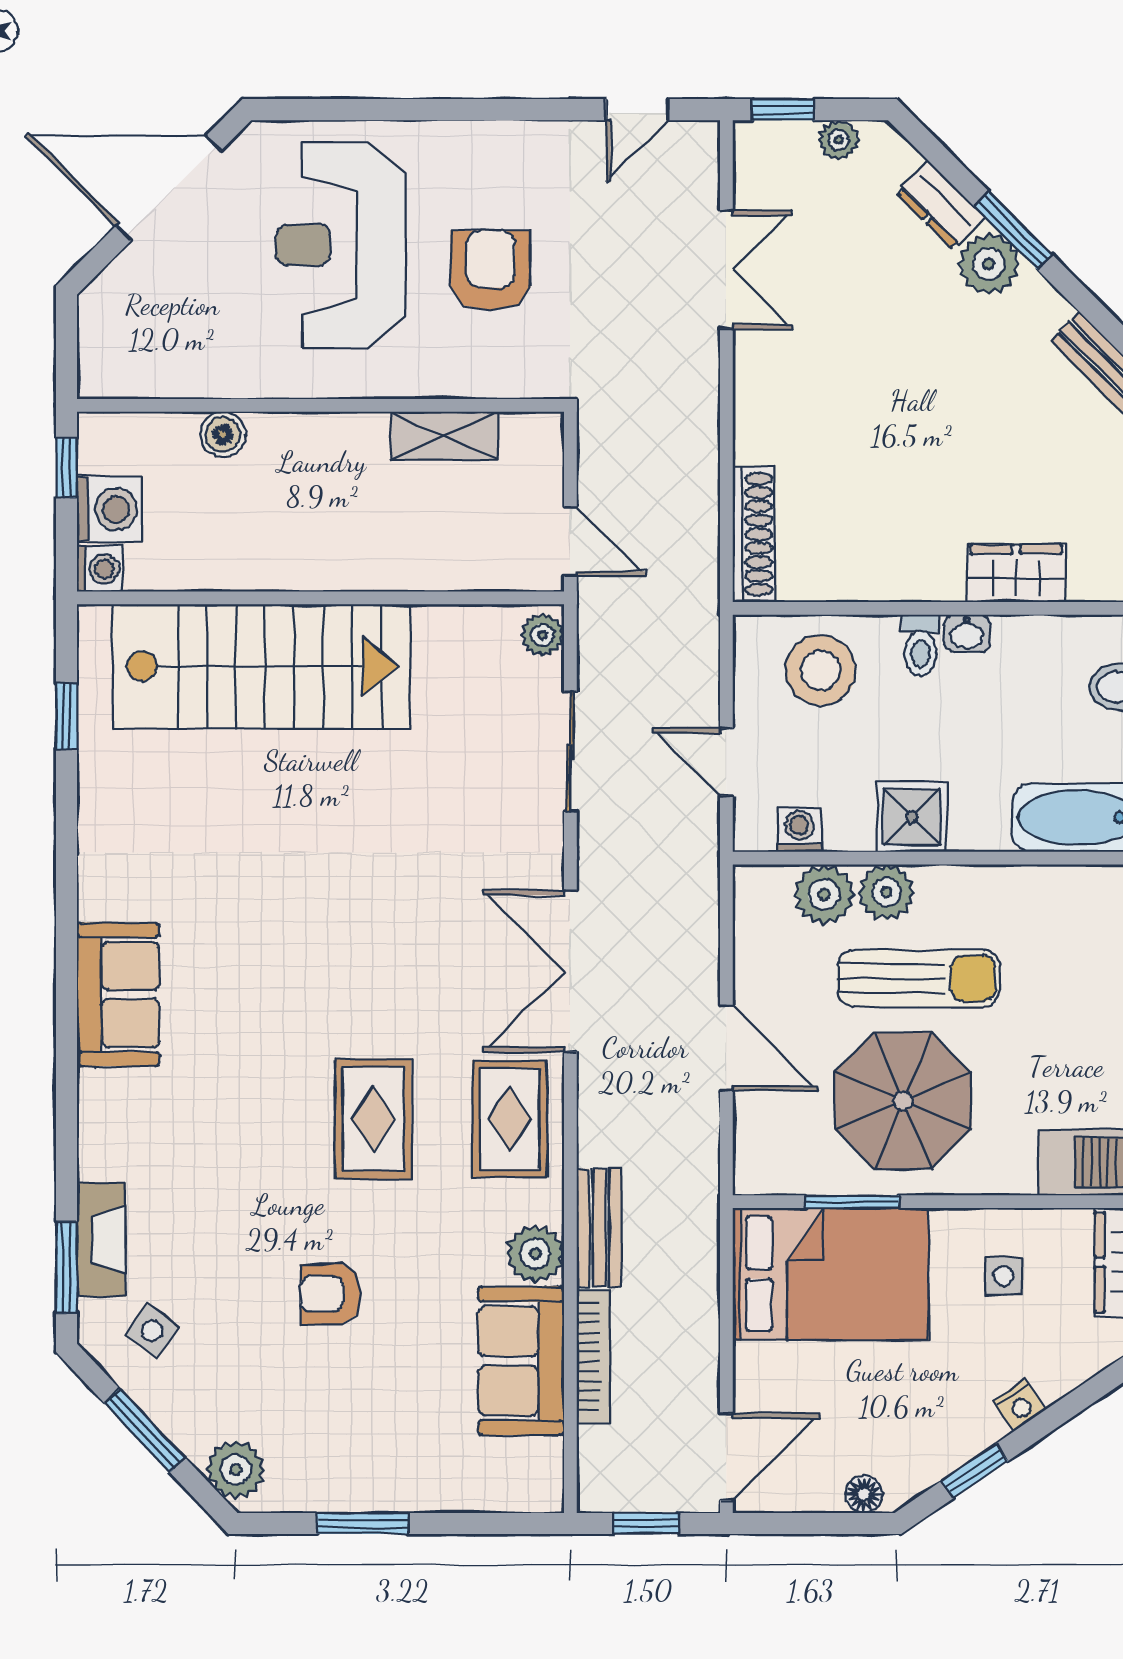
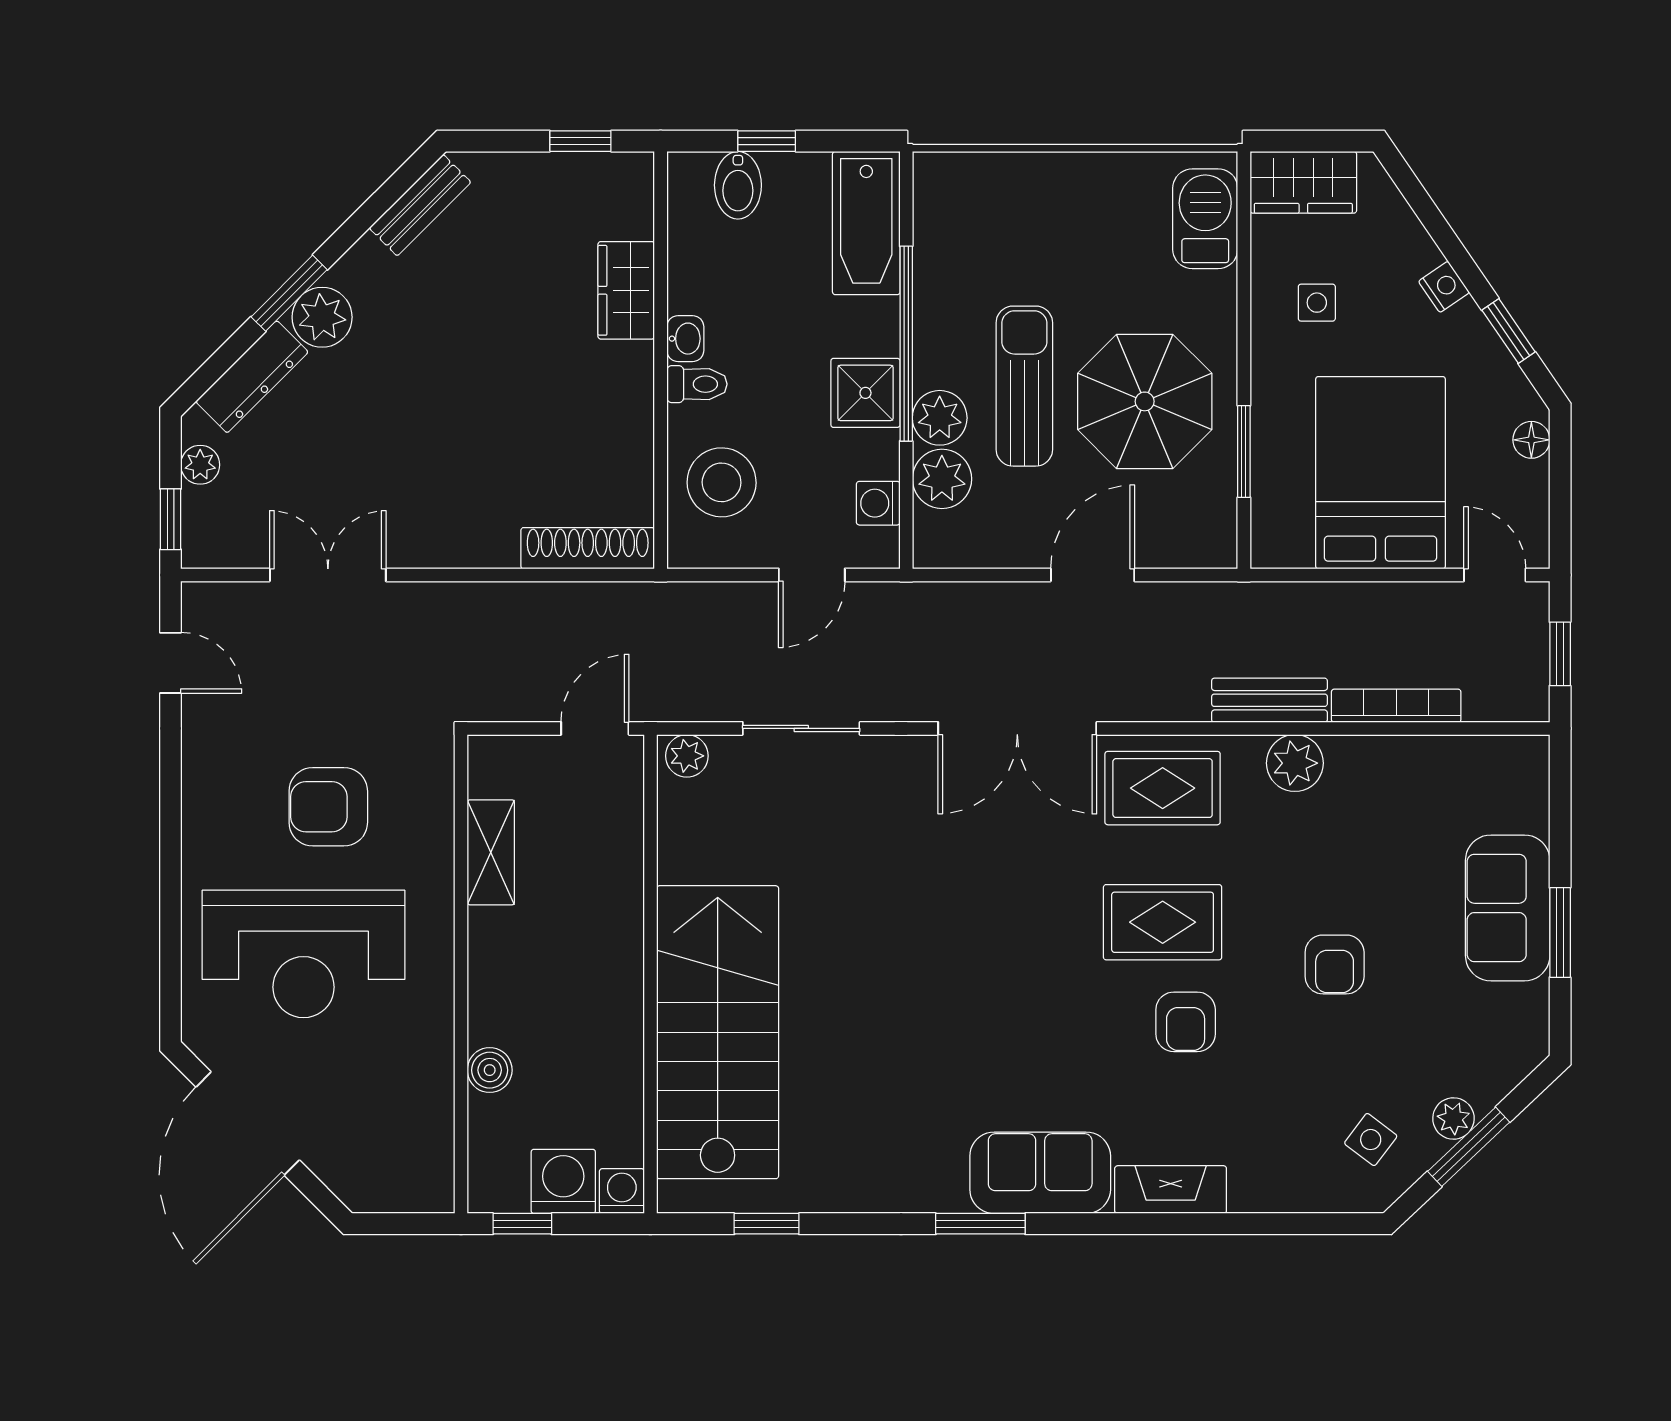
dresser: (941, 205) -> (252, 377), width x1.44
window: (962, 858) -> (906, 344), added
armchair: (272, 1142) -> (1186, 1022), added
fireplace: (101, 1240) -> (1171, 1190), moved
window: (66, 1267) -> (980, 1224), moved
bed: (831, 1274) -> (1381, 473), moved
sofa: (521, 1361) -> (1508, 908), moved, turned 90
door: (726, 1457) -> (1495, 575), width x0.73
plant: (236, 1469) -> (1453, 1119), moved, width x0.73, depth x0.73

